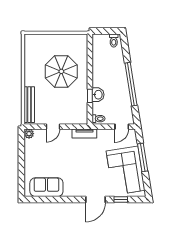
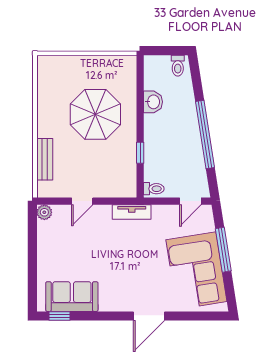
washbasin: (98, 95) -> (153, 102), moved
bench: (29, 105) -> (45, 159), width x0.73
window: (121, 200) -> (60, 316), moved

